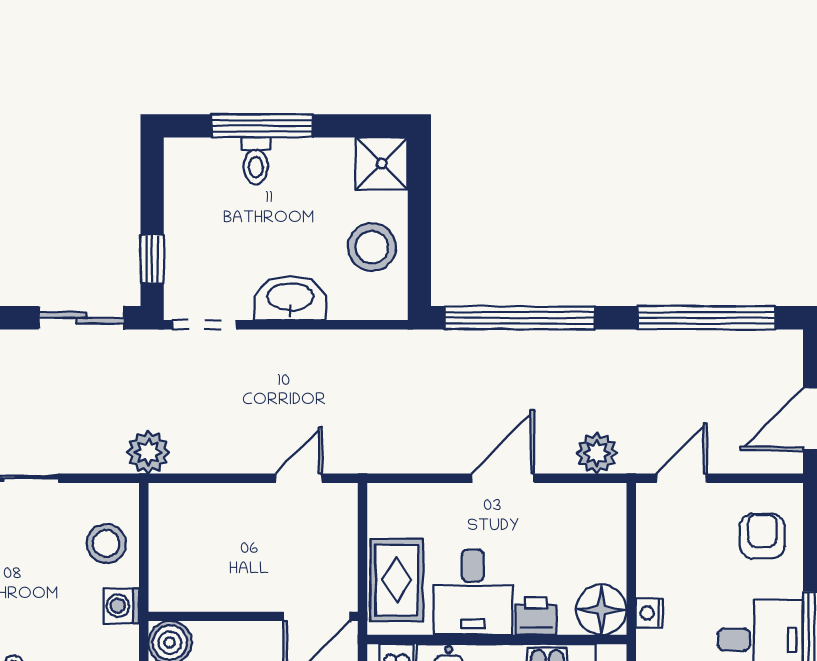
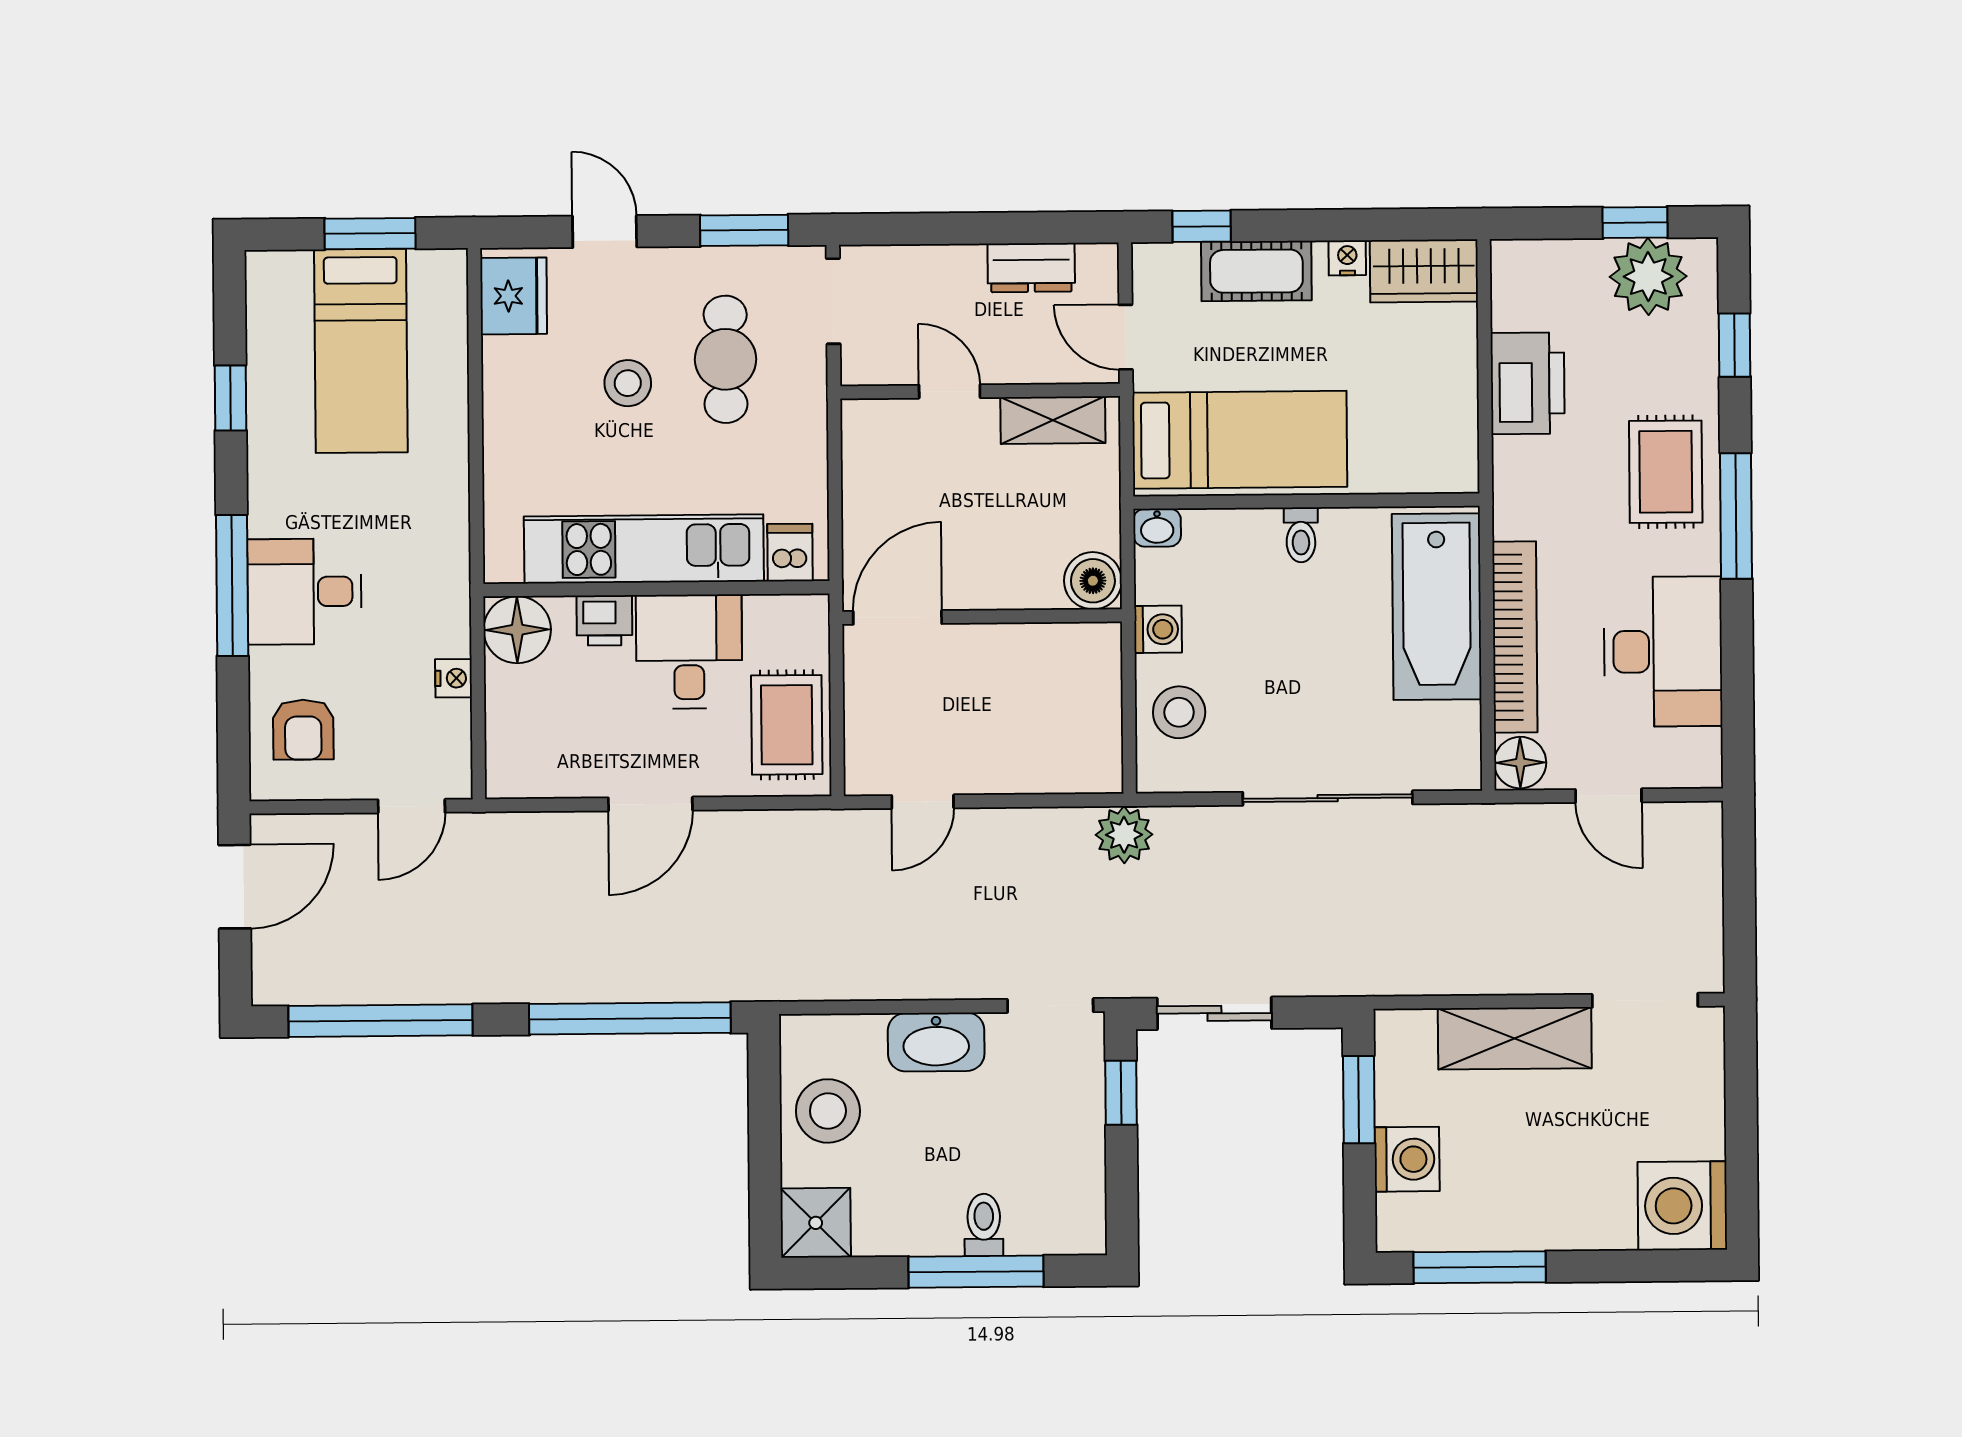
plant: (597, 453) -> (525, 838), removed
rug: (397, 580) -> (787, 725), moved
nightstand: (649, 613) -> (454, 678), moved

